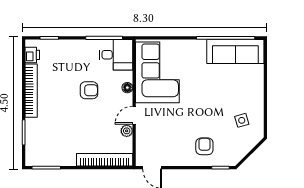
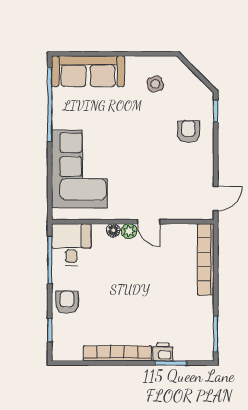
sofa: (235, 51) -> (88, 71), moved, turned 90
printer: (32, 55) -> (163, 352), moved
corner sofa: (157, 72) -> (79, 169), moved, turned 90
armchair: (89, 90) -> (67, 302), moved
plant: (127, 131) -> (129, 231), moved
armchair: (204, 146) -> (188, 132), turned 90

